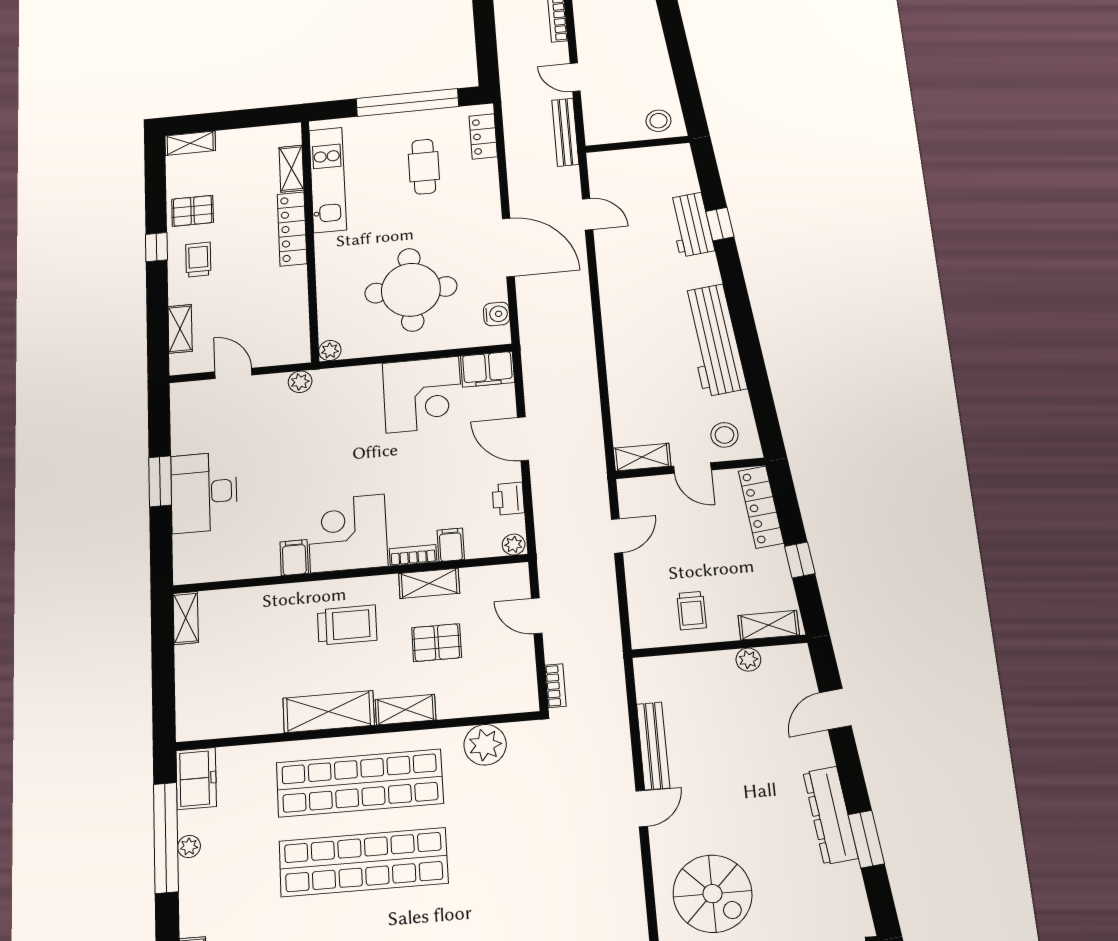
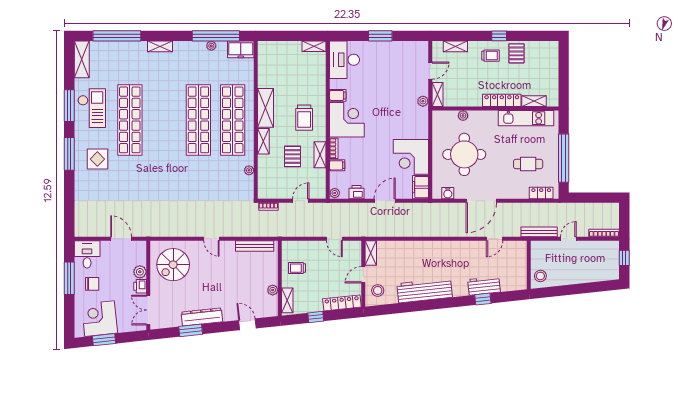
shelving: (190, 143) -> (438, 95), moved
plant: (330, 351) -> (463, 116), moved
desk: (204, 492) -> (345, 60), moved, turned -90
plant: (485, 745) -> (249, 170), width x0.53, depth x0.53
bench: (653, 746) -> (255, 246), moved

